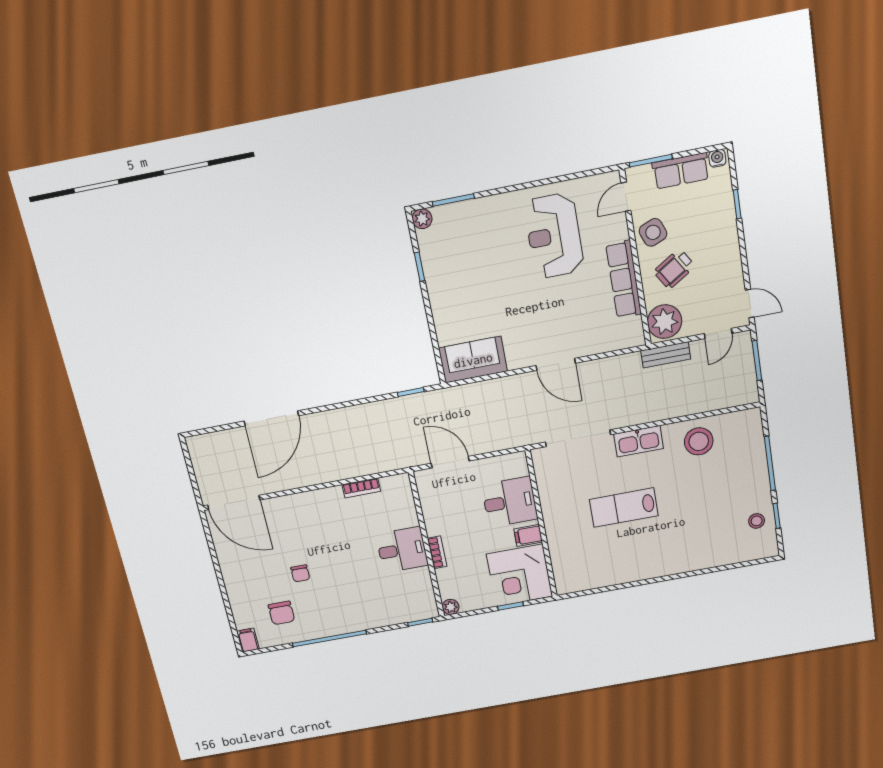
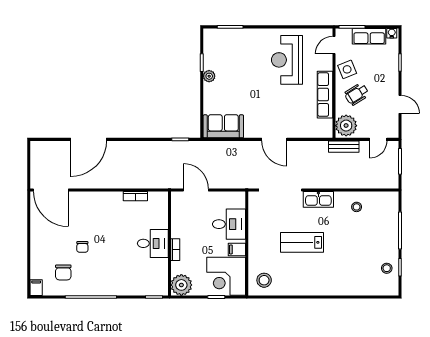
plant: (422, 219) -> (209, 76), moved
door: (750, 304) -> (400, 104), moved
stool: (699, 441) -> (357, 207), width x0.53, depth x0.53
stool: (576, 571) -> (264, 280), added
plant: (451, 607) -> (181, 285), width x1.88, depth x1.88

